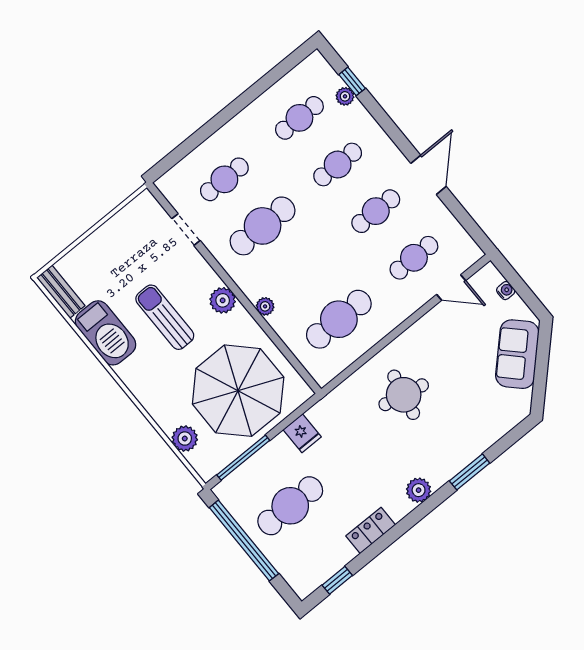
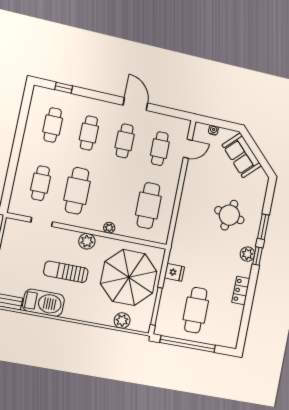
plant: (345, 96) -> (66, 98), removed
round table: (404, 395) -> (229, 215), moved
window: (337, 580) -> (258, 256), moved

